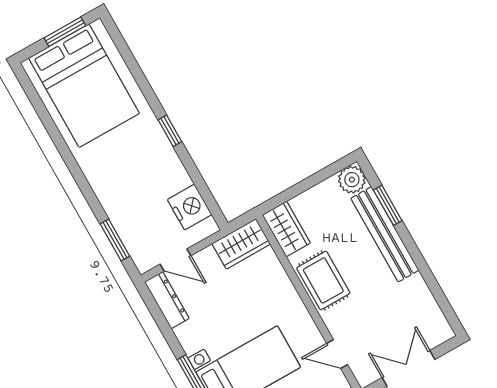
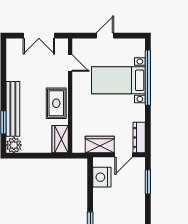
wardrobe: (241, 244) -> (100, 144), moved
door: (176, 260) -> (124, 155), swing flipped

